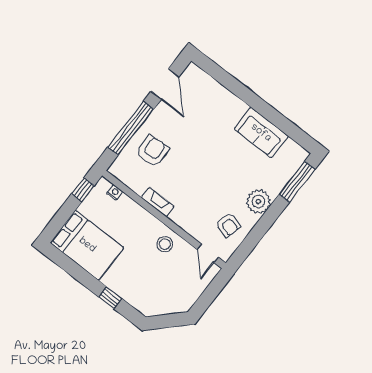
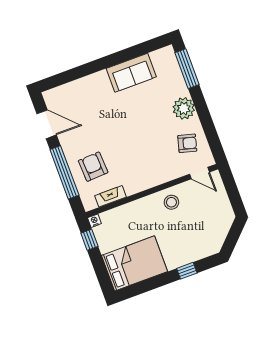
nightstand: (115, 192) -> (94, 221), moved
fireplace: (158, 202) -> (110, 196), moved

